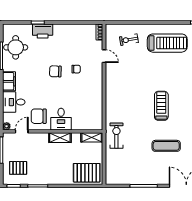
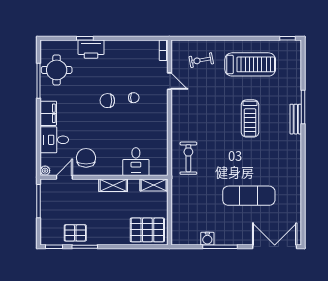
treadmill: (161, 106) -> (250, 118), moved, turned 180
chair: (39, 116) -> (86, 158), turned 90
desk: (61, 119) -> (136, 162), moved
exercise bike: (116, 136) -> (188, 158), moved
exercise mat: (166, 146) -> (249, 196), width x1.36, depth x1.45
pallet: (18, 168) -> (75, 233), moved
water cooler: (134, 179) -> (207, 239), added

